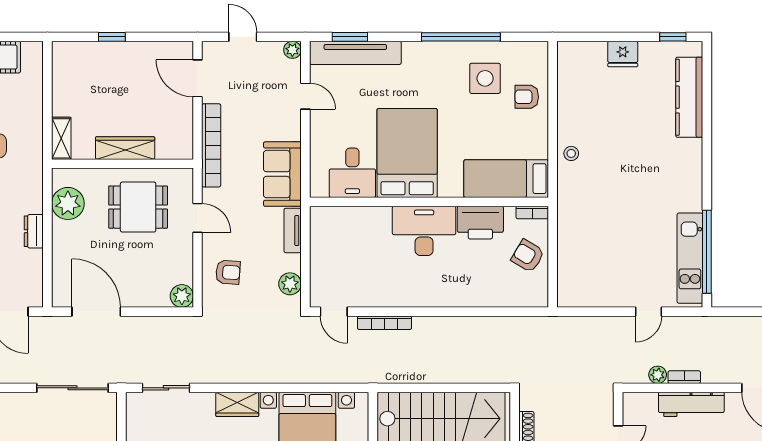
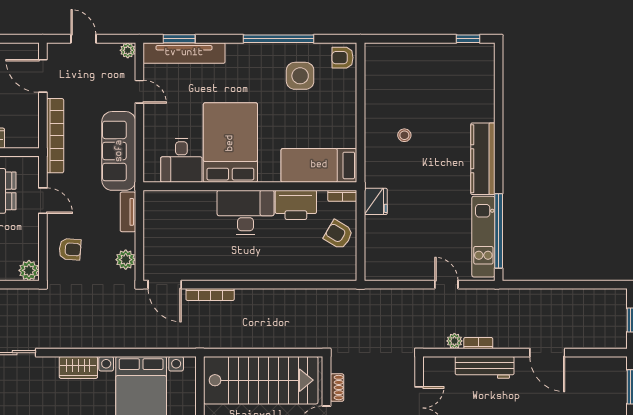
fridge: (623, 54) -> (376, 201), moved, turned -90
armchair: (527, 97) -> (343, 58), moved
kitchen counter: (689, 97) -> (483, 159), moved
stool: (571, 153) -> (404, 135), moved
sofa: (282, 174) -> (119, 151), width x1.36
door: (334, 312) -> (165, 285), width x1.38
door: (649, 312) -> (446, 285), swing flipped

